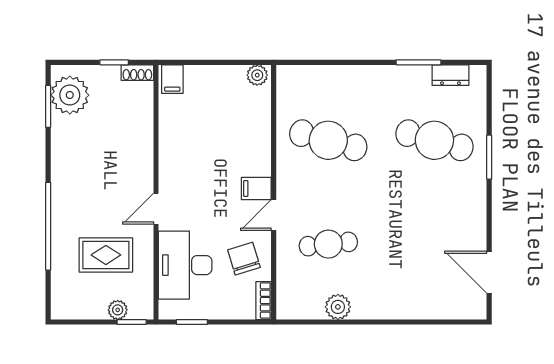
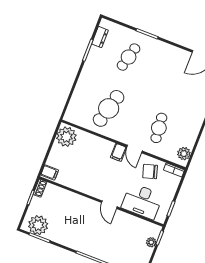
plant: (257, 75) -> (66, 137), width x1.87, depth x1.87
cafe table: (434, 140) -> (129, 57), width x0.73, depth x0.74
rug: (106, 255) -> (122, 238), removed
plant: (338, 307) -> (184, 154), moved

